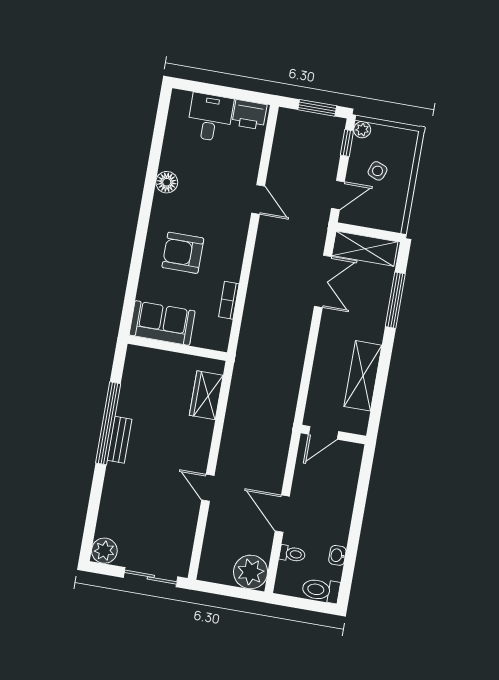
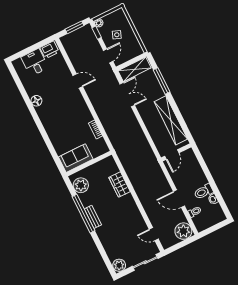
armchair: (183, 253) -> (63, 124), removed
plant: (138, 374) -> (81, 185), added
shelving: (363, 376) -> (171, 120), width x1.47
wardrobe: (206, 395) -> (120, 184), moved
door: (208, 488) -> (154, 234), moved
toilet: (321, 590) -> (204, 192), moved

